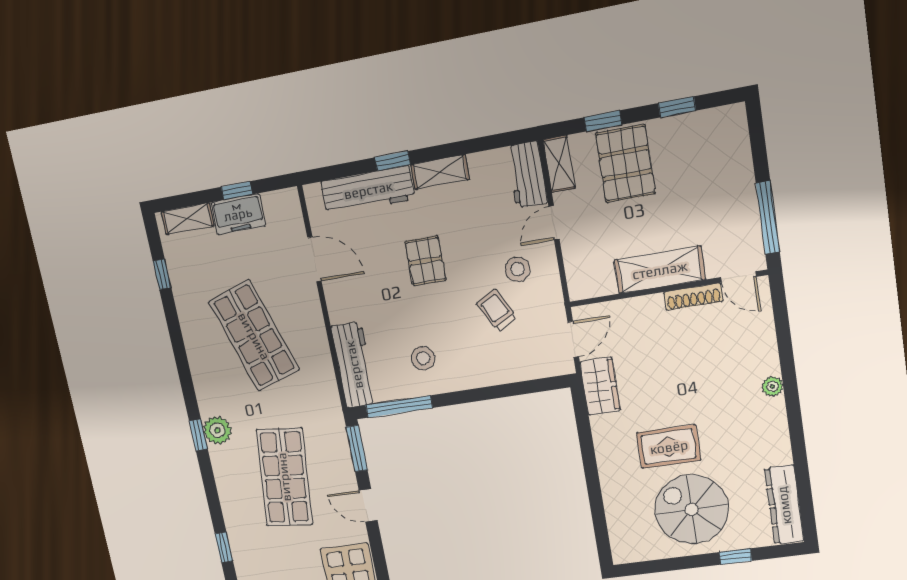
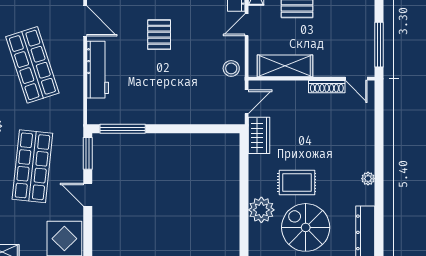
stool: (518, 269) -> (231, 68), moved
shelving: (660, 270) -> (285, 66), moved
trolley: (496, 310) -> (200, 75), removed
stool: (423, 358) -> (145, 99), removed
workbench: (354, 365) -> (98, 70), moved
plant: (772, 386) -> (368, 179), moved
plant: (621, 493) -> (261, 210), added

